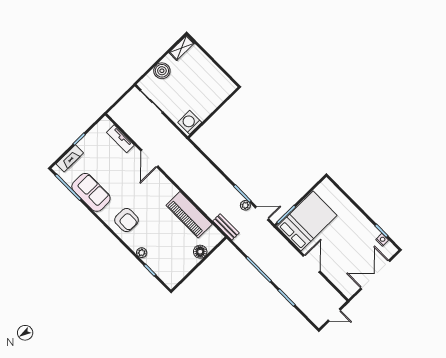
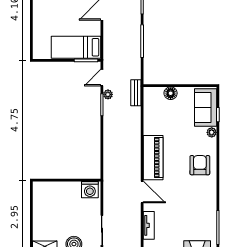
door: (149, 159) -> (142, 192), hinge flipped
sofa: (91, 192) -> (206, 108), moved
door: (262, 213) -> (102, 78), hinge flipped
piano: (189, 215) -> (153, 158), moved
bed: (307, 221) -> (76, 47), width x0.67

